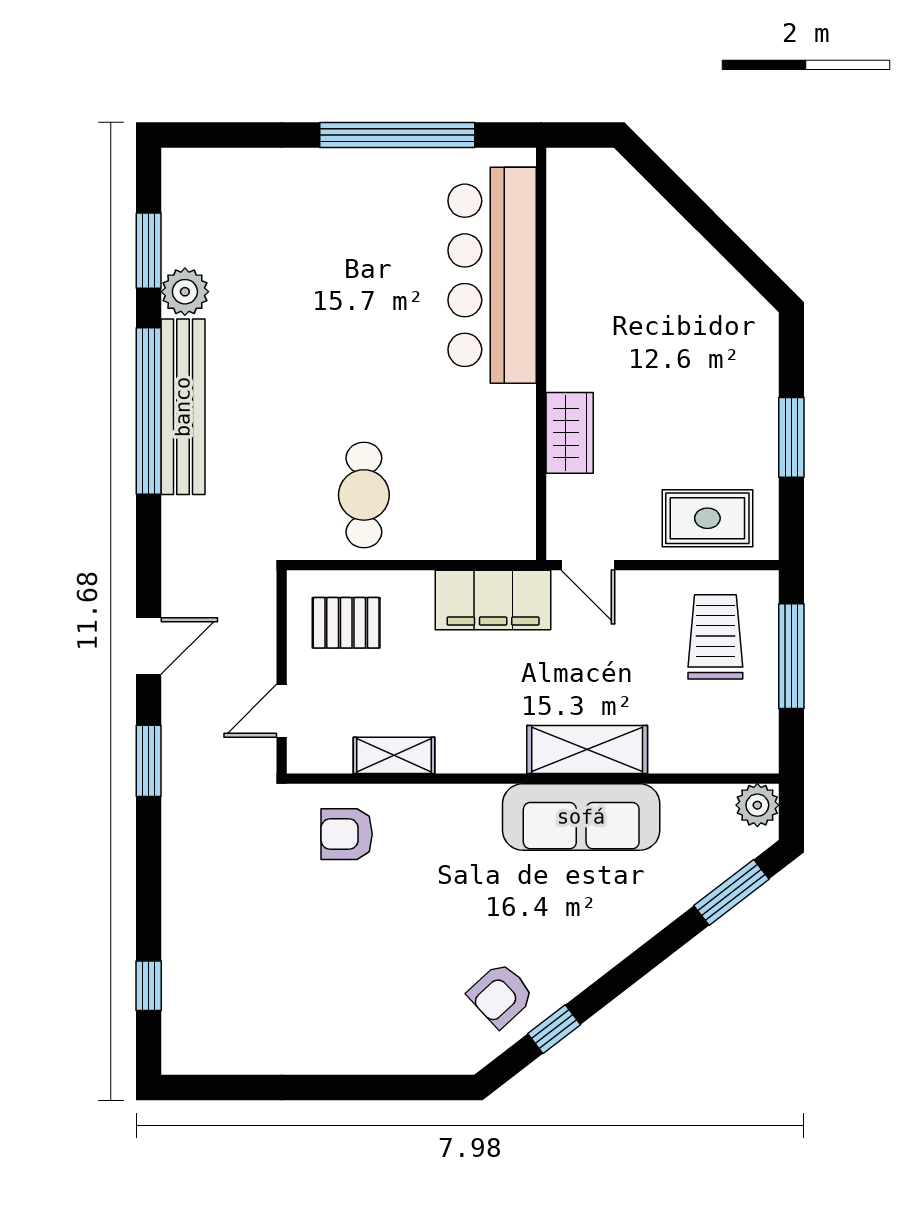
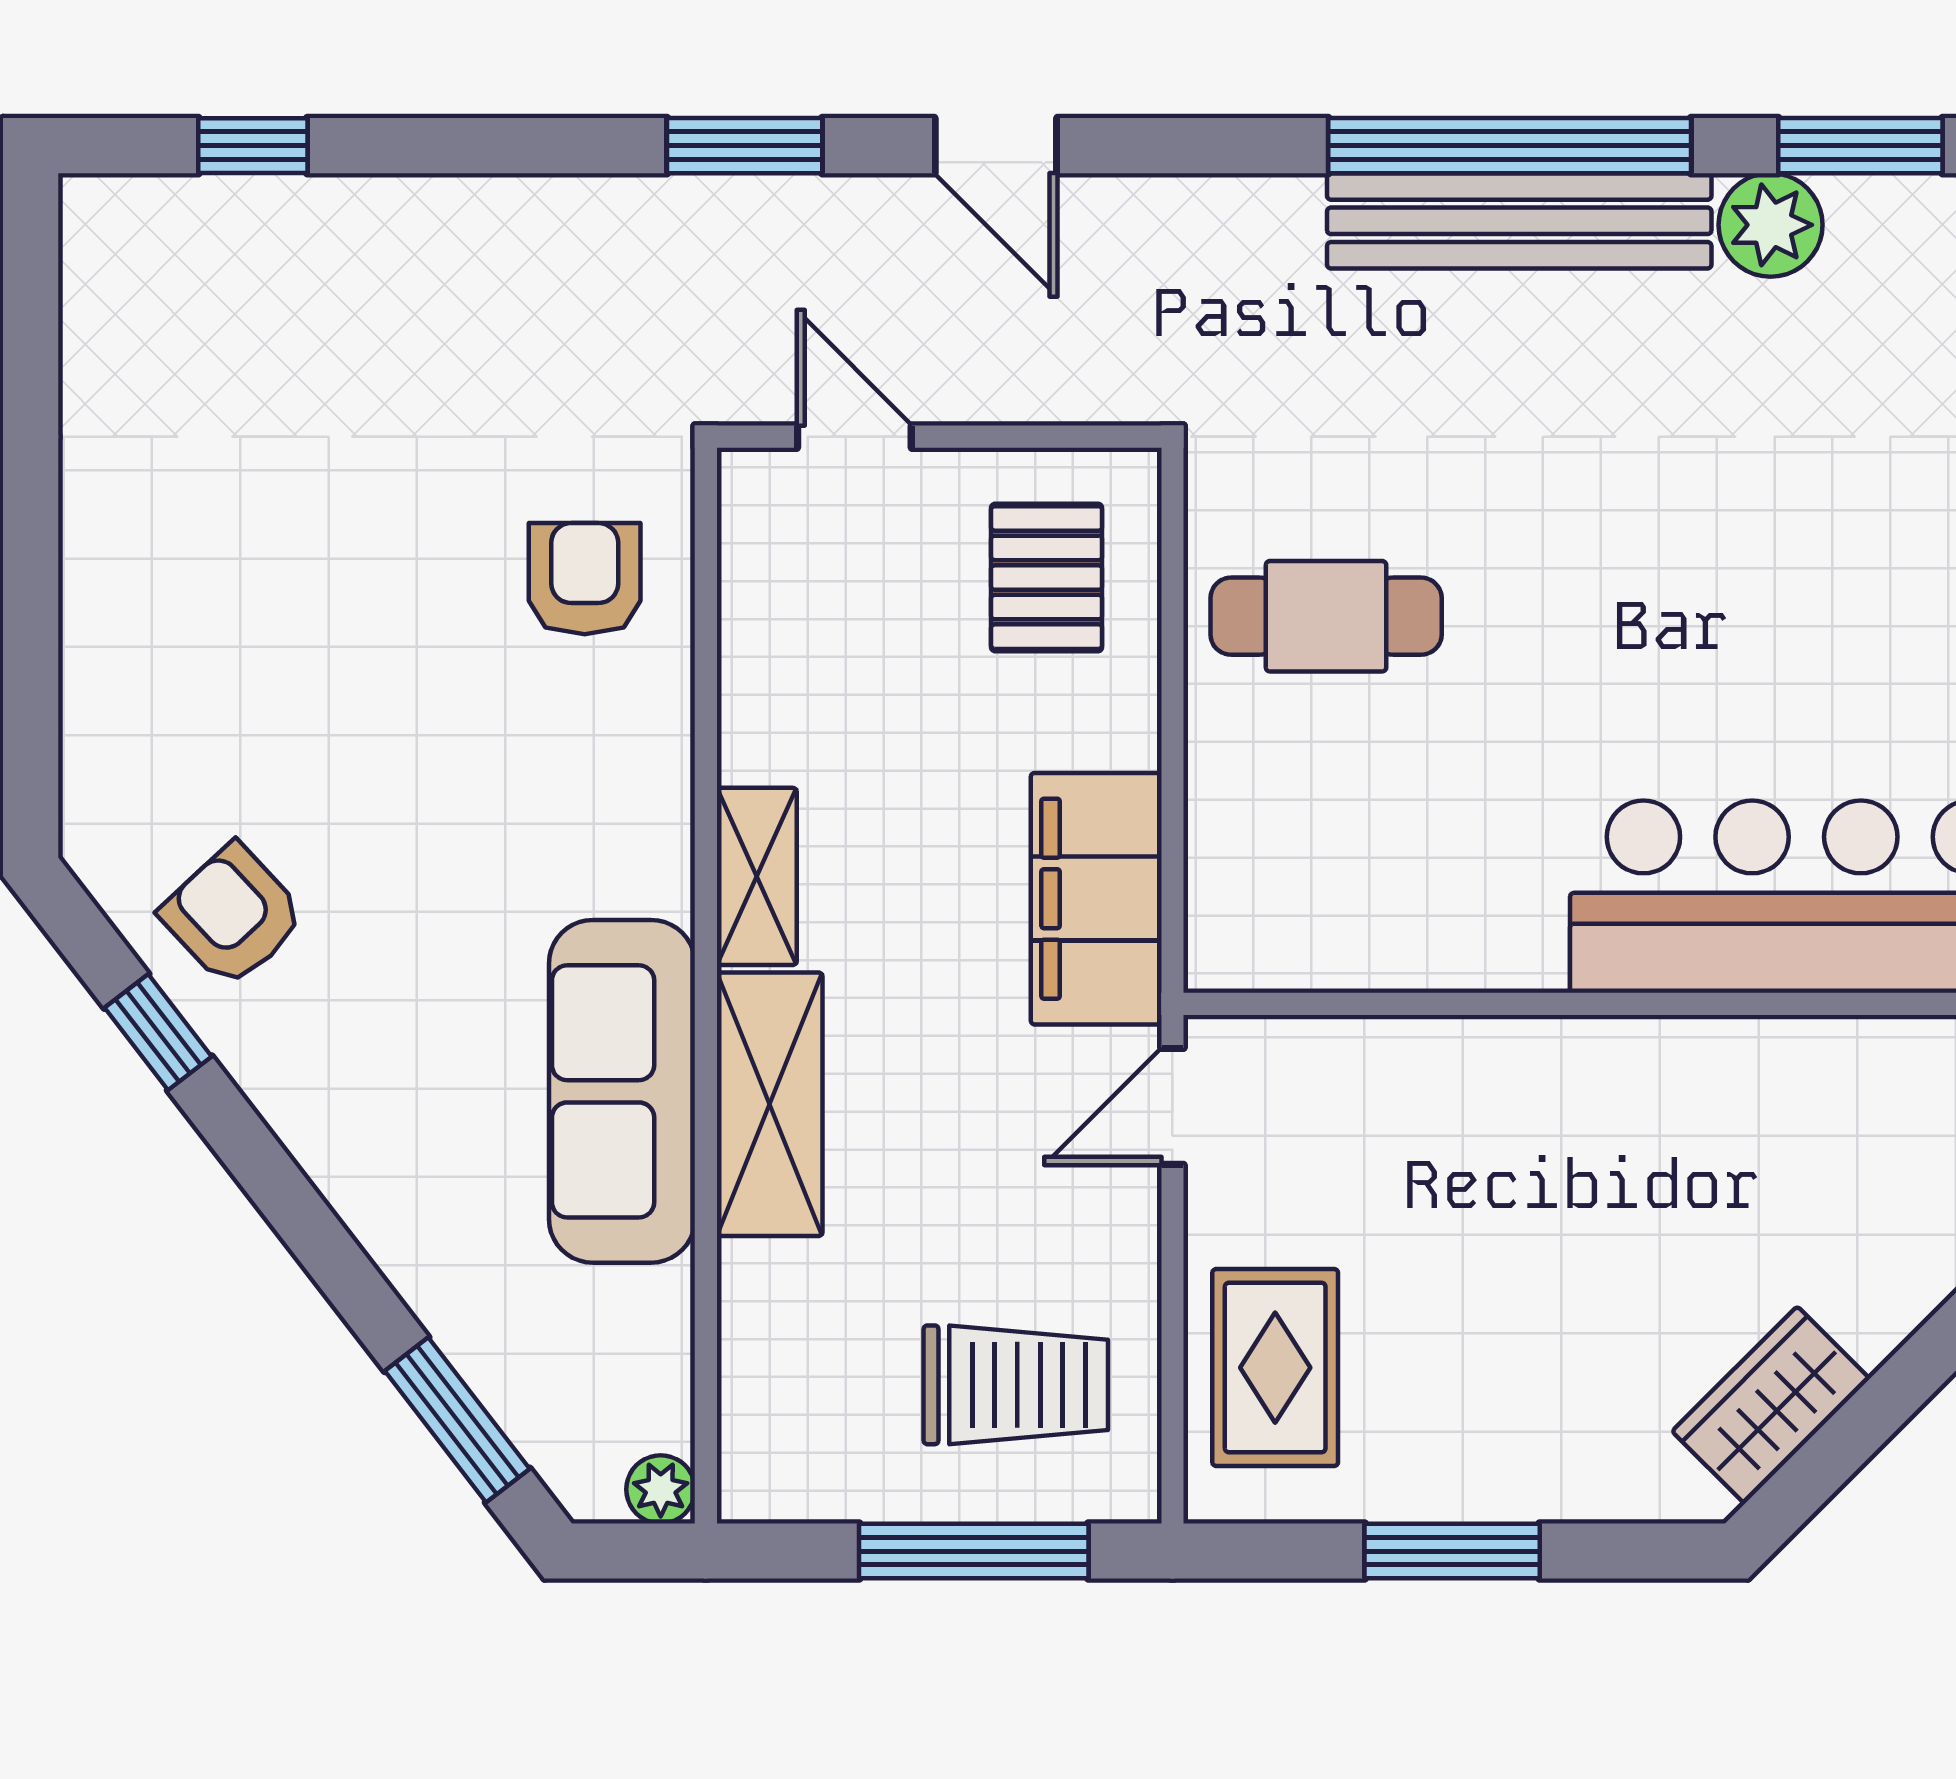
wardrobe: (570, 433) -> (1771, 1405), moved, turned 135
shelving: (394, 755) -> (757, 876), moved
plant: (757, 805) -> (661, 1489), width x0.73, depth x0.73

